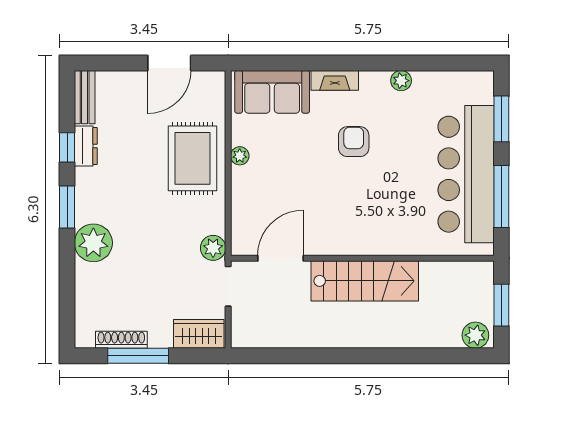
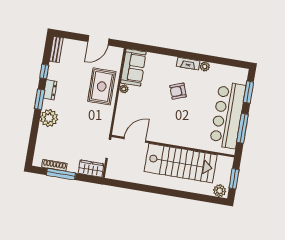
fireplace: (335, 80) -> (188, 64), moved
sofa: (272, 92) -> (133, 67), moved, turned -90
armchair: (354, 142) -> (178, 91), turned -110
dresser: (86, 146) -> (50, 90), moved
plant: (213, 248) -> (104, 130), removed
stairs: (365, 281) -> (181, 163), width x1.36, depth x1.51

